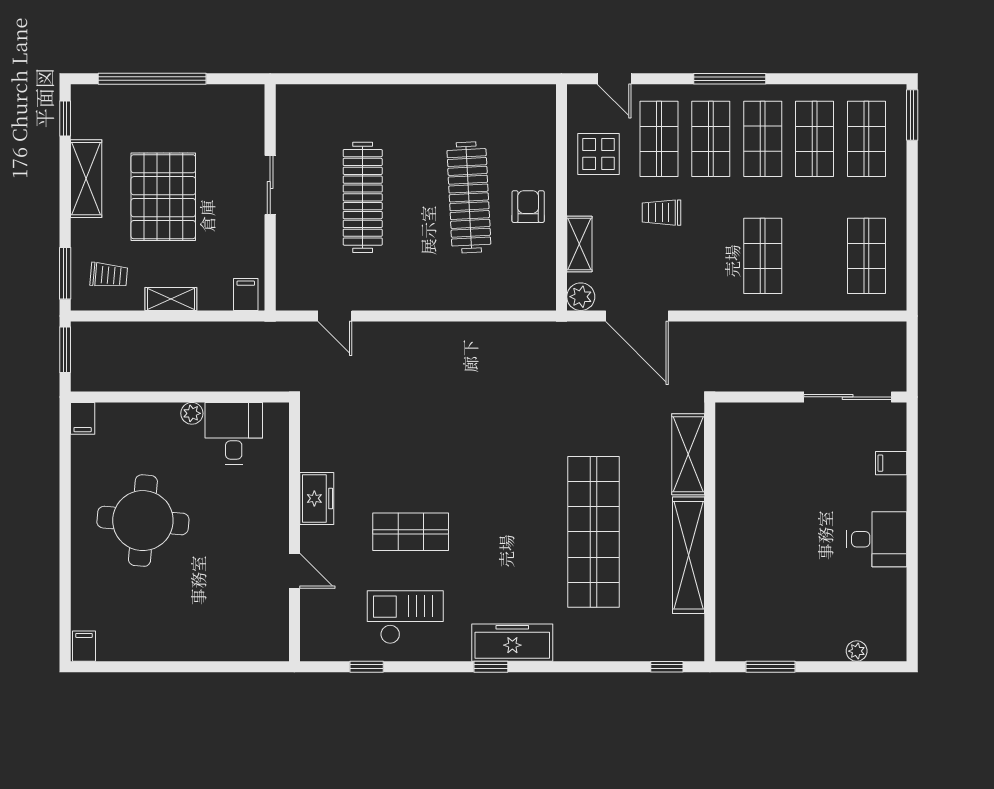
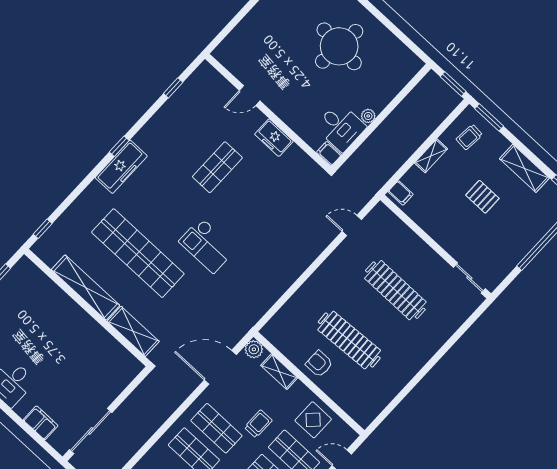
sliding door: (270, 185) -> (469, 278), moved
pallet: (163, 197) -> (482, 197), width x0.49, depth x0.50
armchair: (528, 207) -> (319, 364), turned 180
shop shelf: (711, 256) -> (216, 428), added
filing cabinet: (83, 418) -> (329, 154), moved
filing cabinet: (891, 463) -> (41, 423), width x2.00
checkout: (405, 617) -> (207, 245), moved, turned 90

